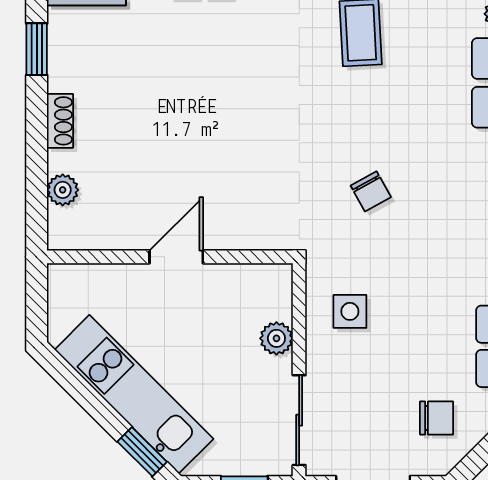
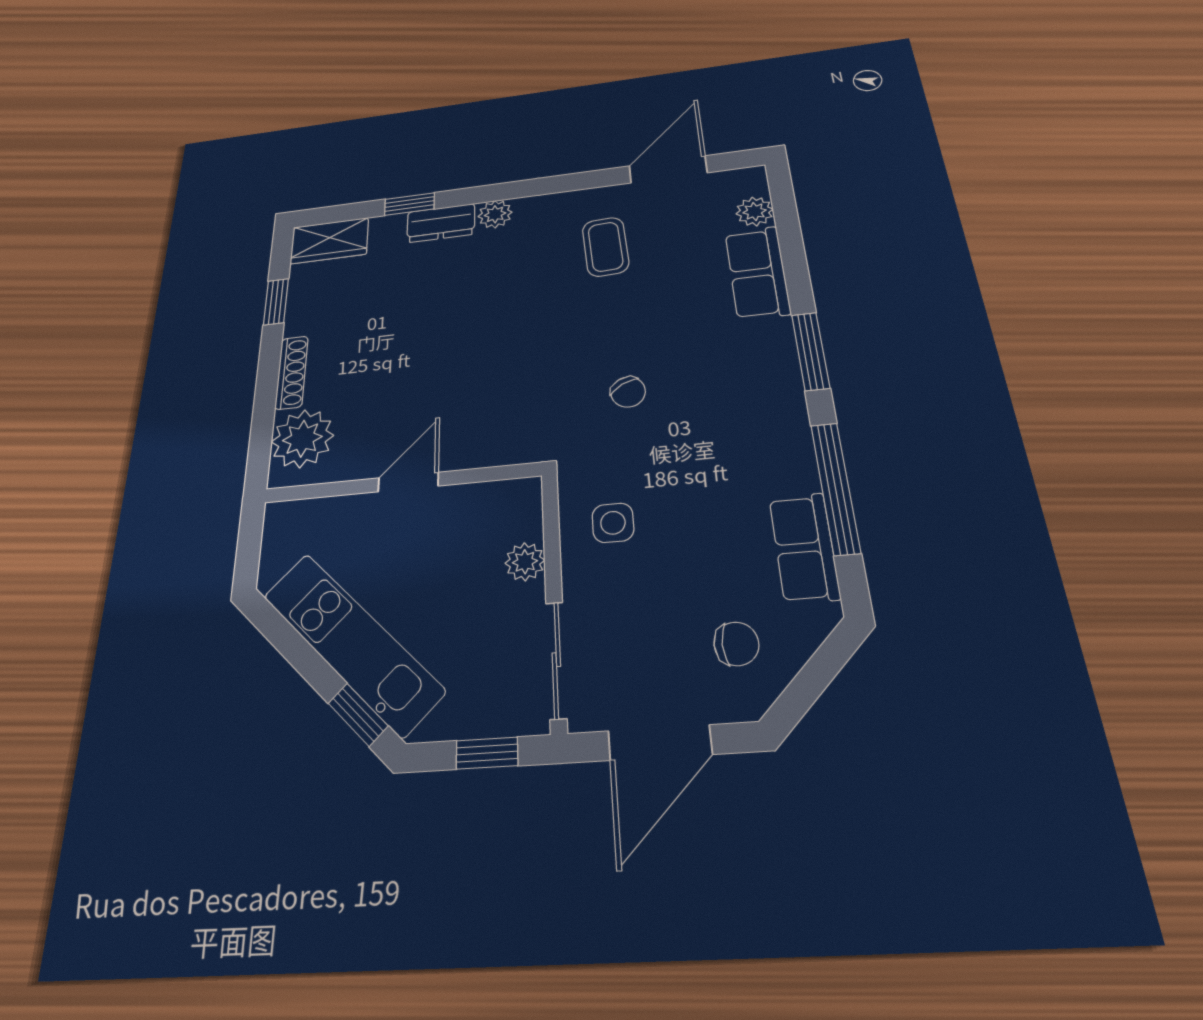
shoe rack: (60, 121) -> (292, 372), width x1.43
plant: (63, 190) -> (302, 439), width x1.88, depth x1.88

